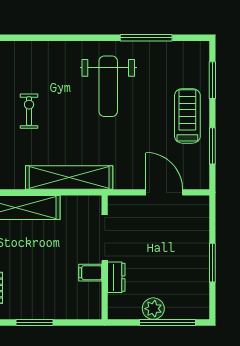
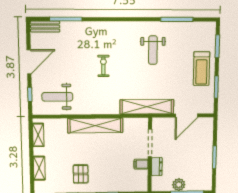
weight bench: (108, 86) -> (153, 50), width x0.73, depth x0.75
treadmill: (187, 116) -> (202, 69), turned 180
shelving: (69, 177) -> (147, 107), moved
door: (164, 192) -> (187, 116), swing flipped

